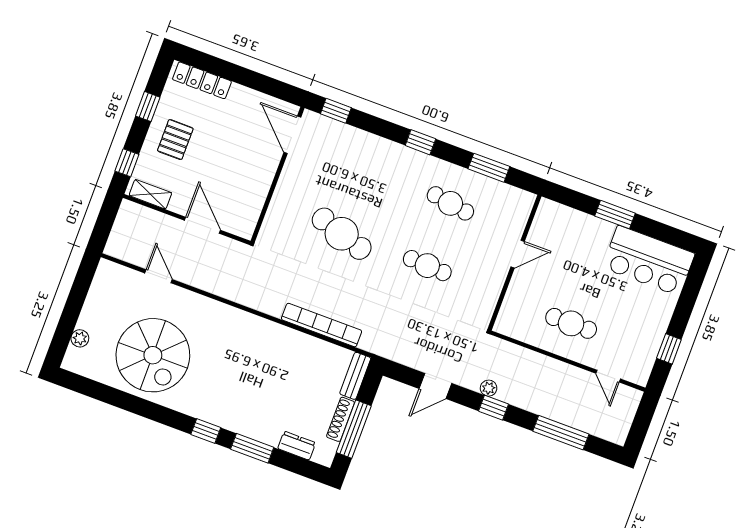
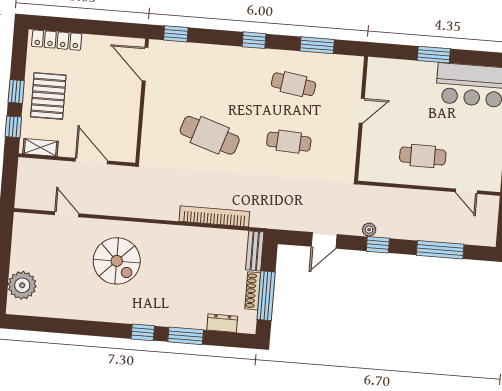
window: (148, 107) -> (16, 92), moved
pallet: (175, 140) -> (48, 96), width x1.50, depth x1.42
plant: (80, 338) -> (22, 285), width x1.88, depth x1.88
spiral stairs: (153, 355) -> (117, 261), moved, width x0.73, depth x0.73

